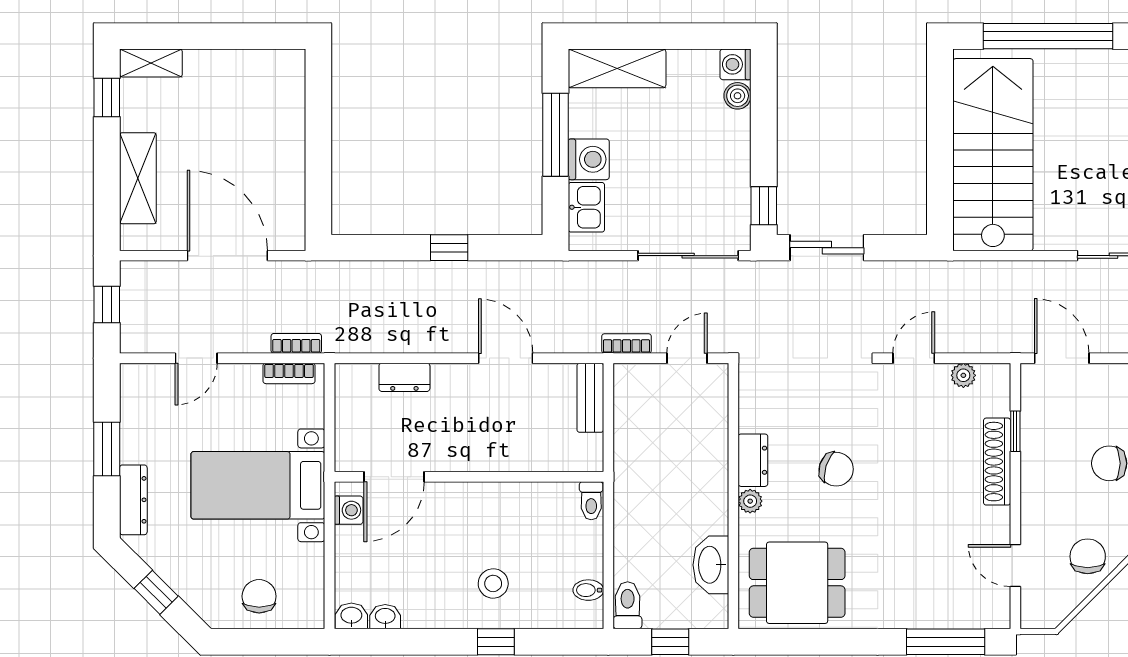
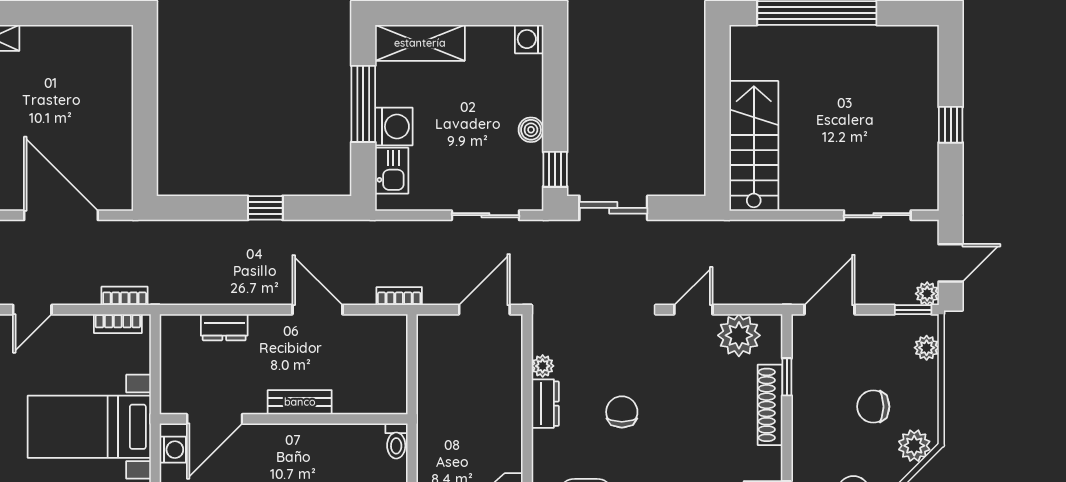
boiler: (738, 96) -> (531, 130), moved
stairs: (993, 155) -> (754, 146), width x0.73, depth x0.66
sliding door: (688, 256) -> (485, 215), width x0.73
bookcase: (626, 343) -> (399, 296), moved
door: (687, 358) -> (484, 310), width x1.38
door: (1062, 358) -> (829, 310), hinge flipped
plant: (963, 375) -> (739, 335), width x1.87, depth x1.87
bench: (590, 398) -> (300, 402), moved, turned 90
chair: (836, 469) -> (622, 412), turned -108
plant: (750, 501) -> (543, 366), moved

